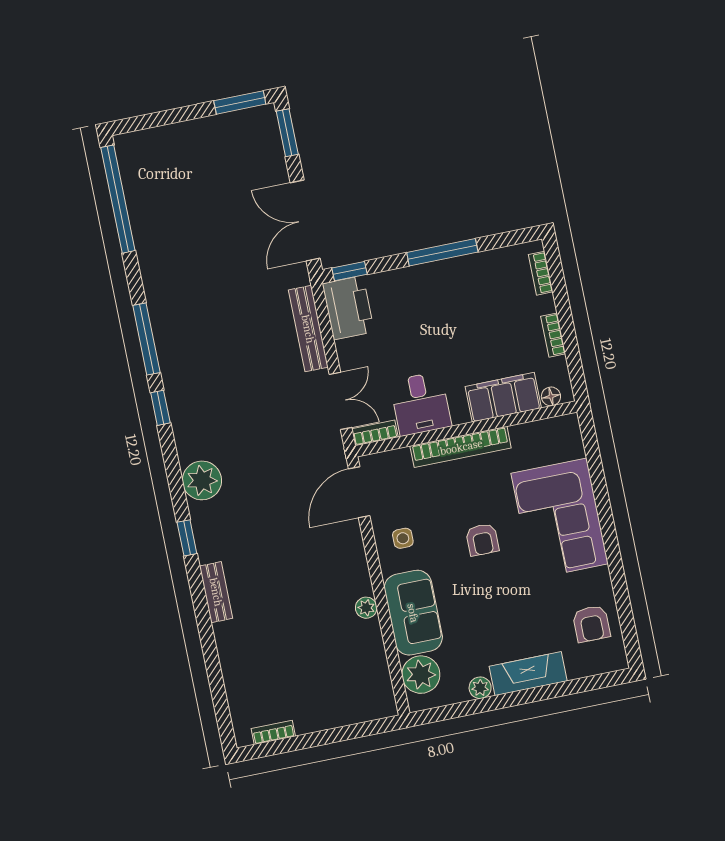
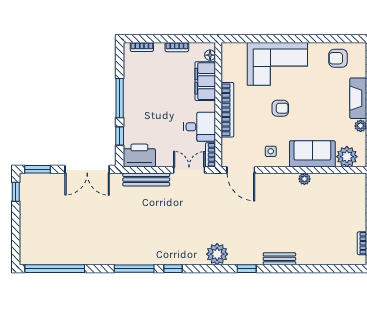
window: (240, 102) -> (16, 192), width x0.67
window: (350, 271) -> (120, 136), moved
armchair: (591, 624) -> (338, 58), turned 180

